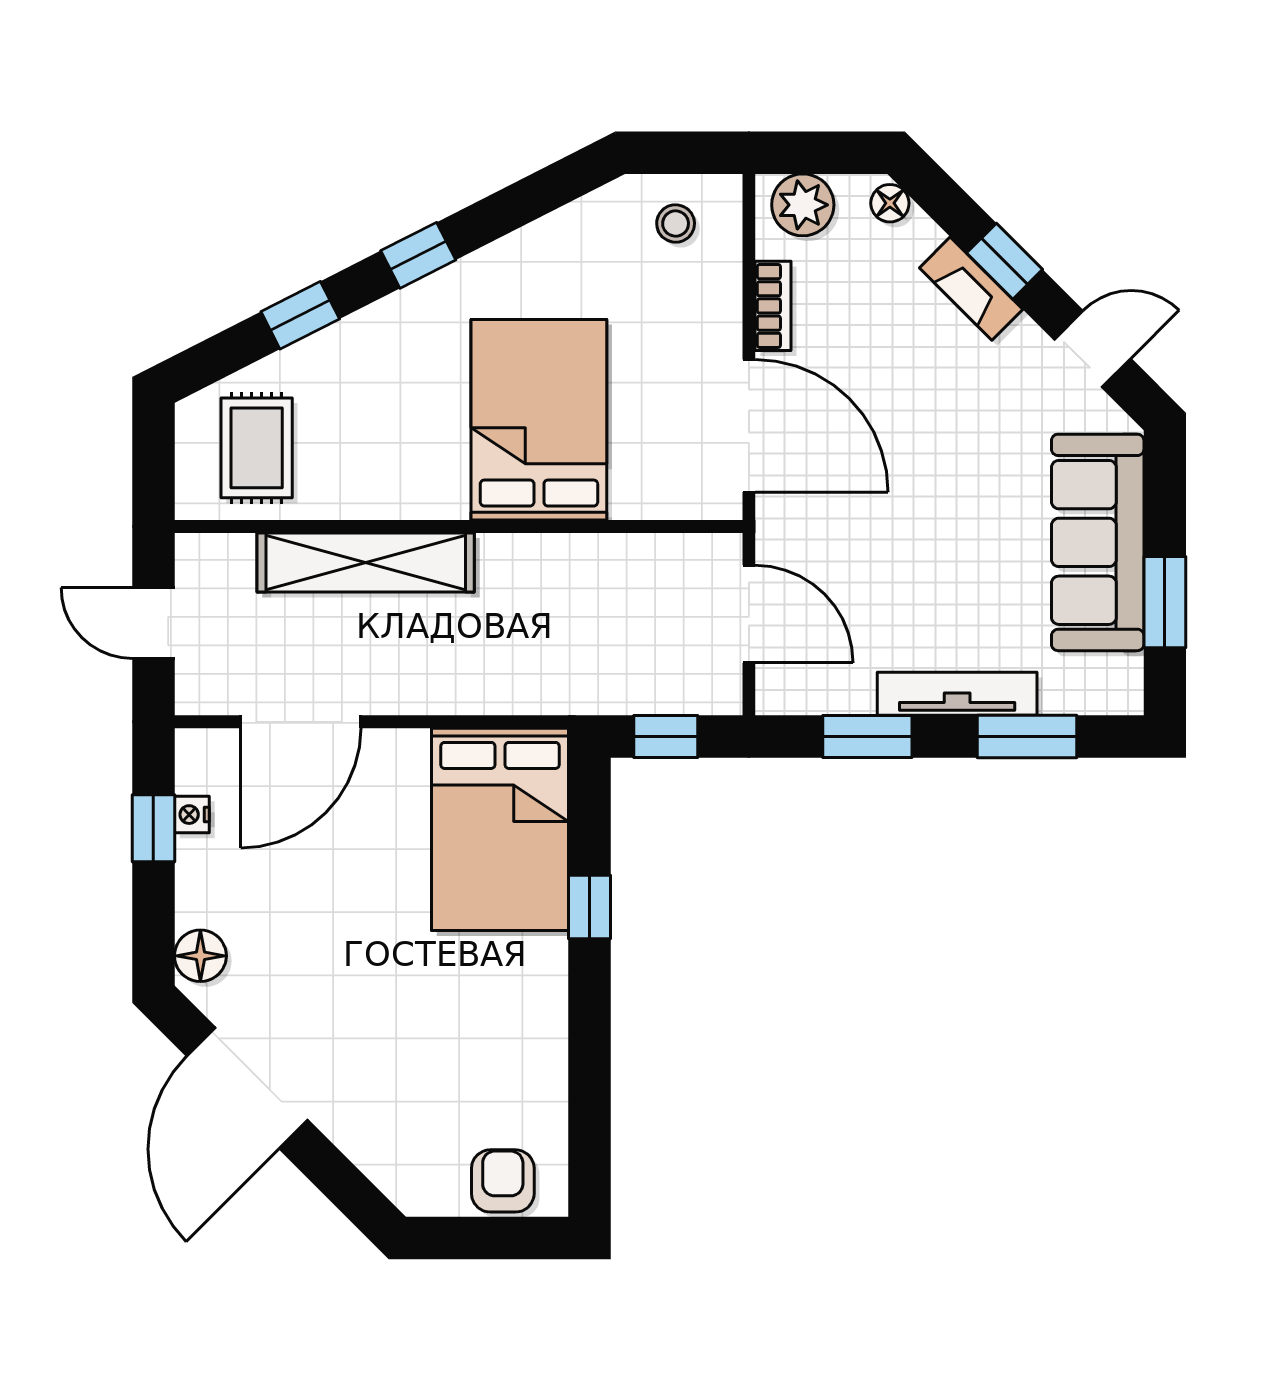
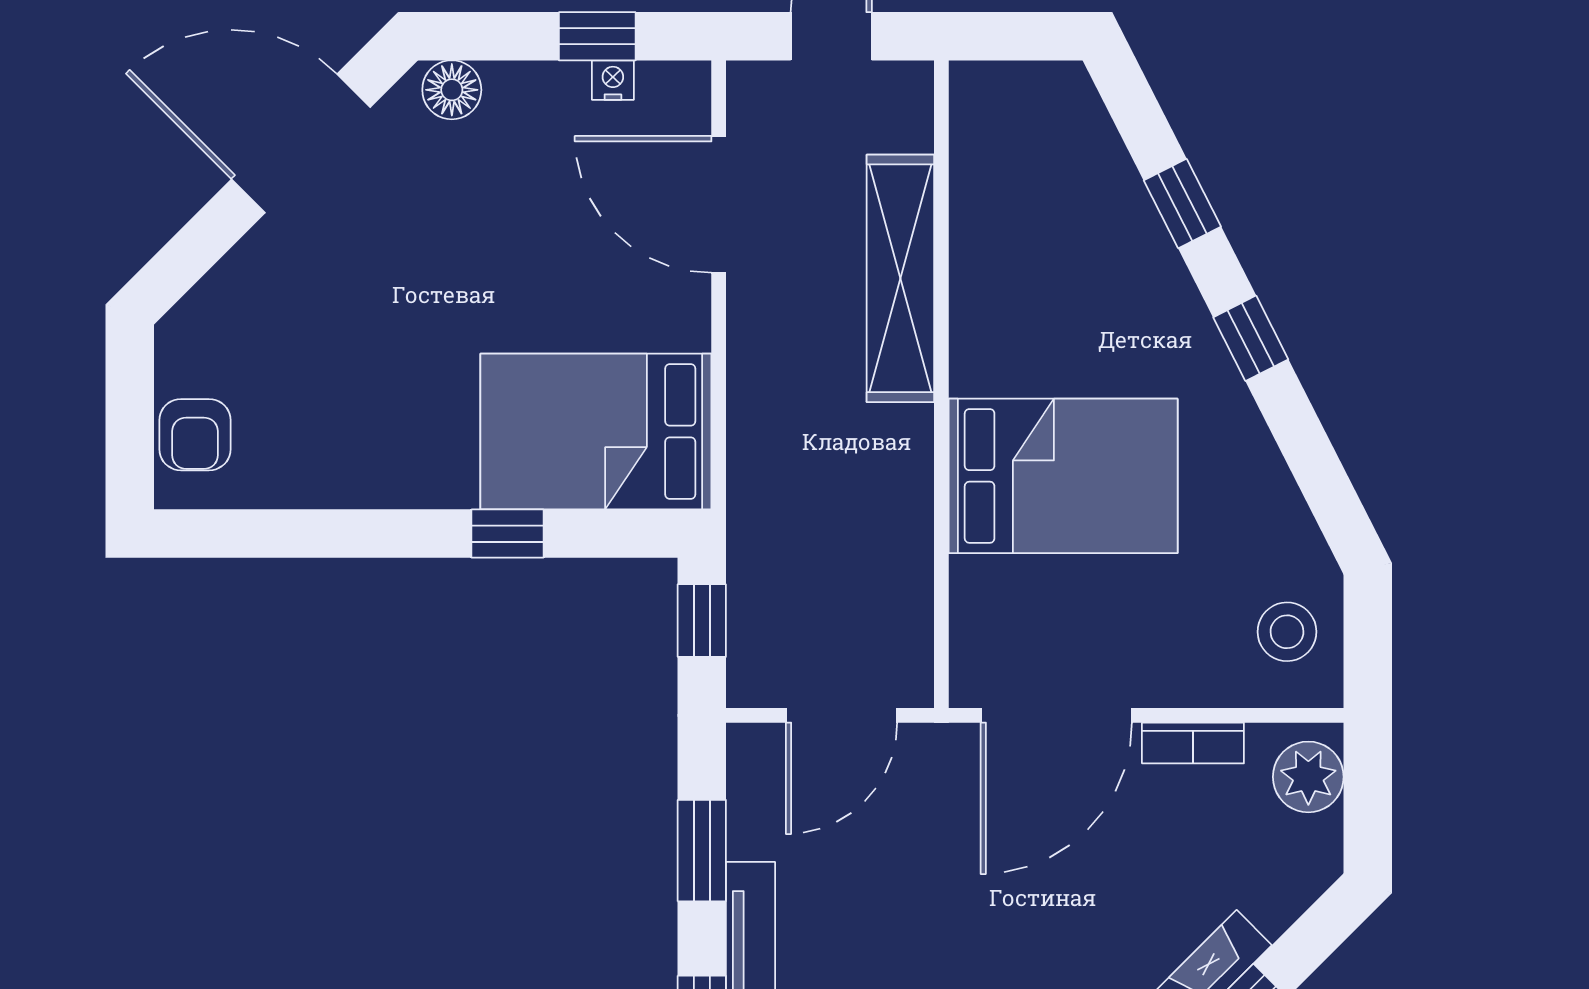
floor lamp: (890, 203) -> (1310, 876), removed
stool: (676, 224) -> (1287, 632), width x1.37, depth x1.37
rug: (257, 448) -> (1031, 154), removed
armchair: (503, 1181) -> (195, 435), turned 90

